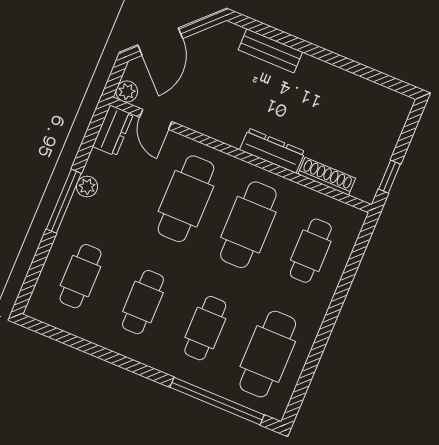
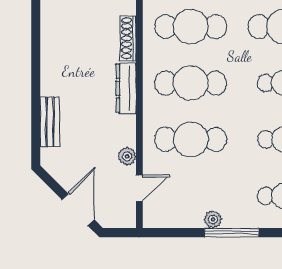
door: (160, 42) -> (78, 210), hinge flipped
plant: (127, 92) -> (127, 156), moved
dresser: (113, 131) -> (162, 218), removed
cafe table: (311, 251) -> (191, 27), width x1.37, depth x1.35

